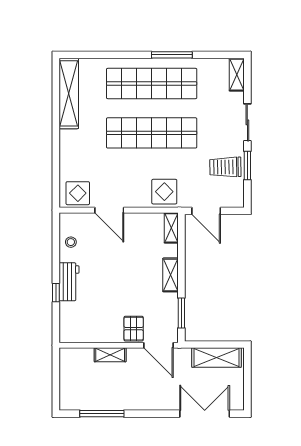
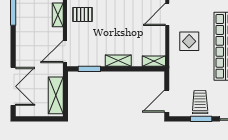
display table: (164, 192) -> (189, 41), moved
door: (206, 211) -> (167, 101), moved
pallet: (134, 329) -> (82, 14), moved

